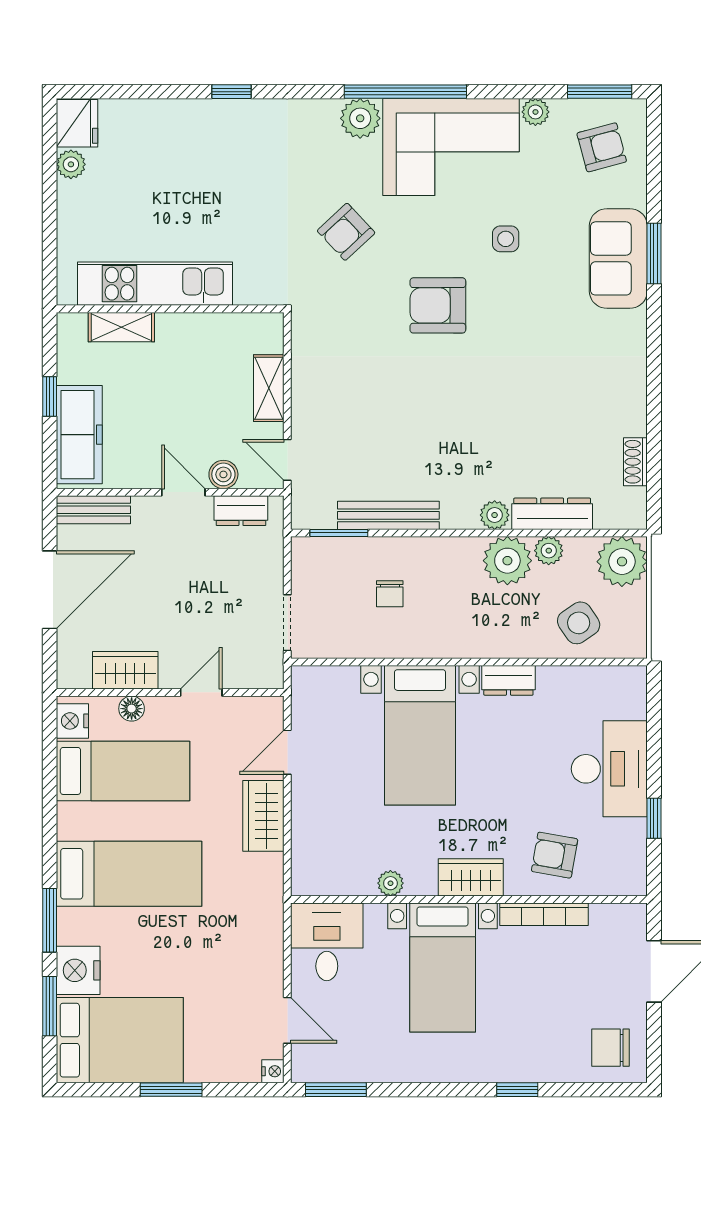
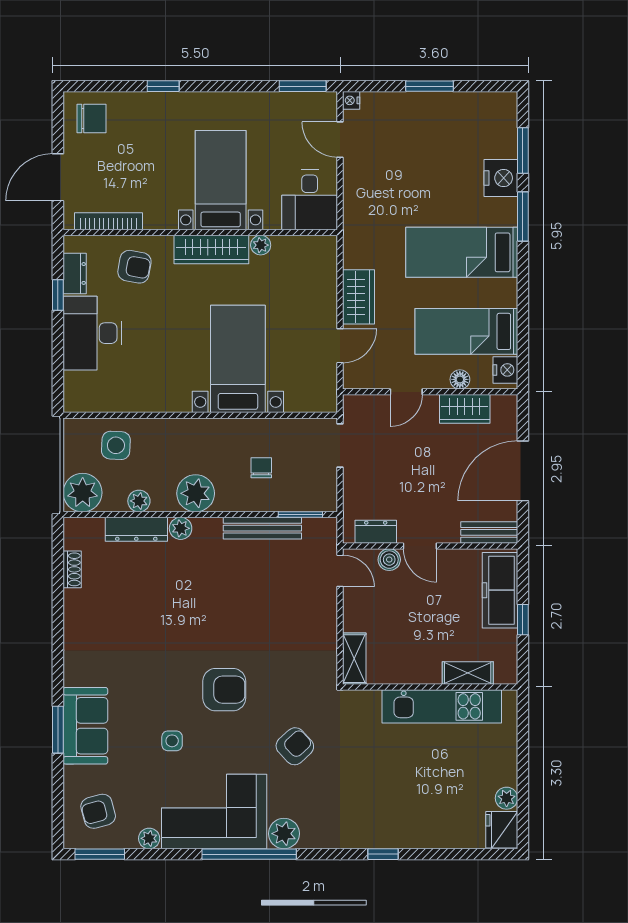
shelving: (269, 388) -> (354, 659), moved
plant: (507, 561) -> (196, 493), moved
side table: (579, 623) -> (116, 445), turned 37
dresser: (508, 680) -> (75, 273), moved, turned 90
wardrobe: (471, 877) -> (211, 250), width x1.50
bookcase: (544, 914) -> (108, 221), moved
bed: (120, 1040) -> (469, 124), removed

